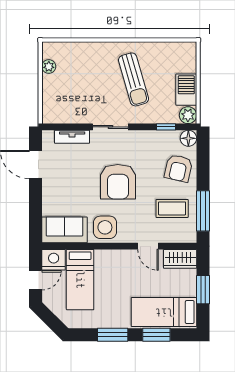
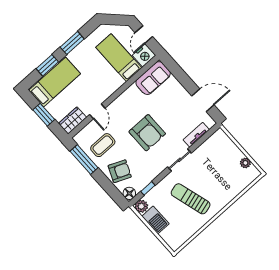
armchair: (178, 168) -> (120, 171), turned 100
armchair: (118, 182) -> (147, 133), turned 180
side table: (105, 227) -> (131, 100), removed
door: (148, 246) -> (97, 111), swing flipped

